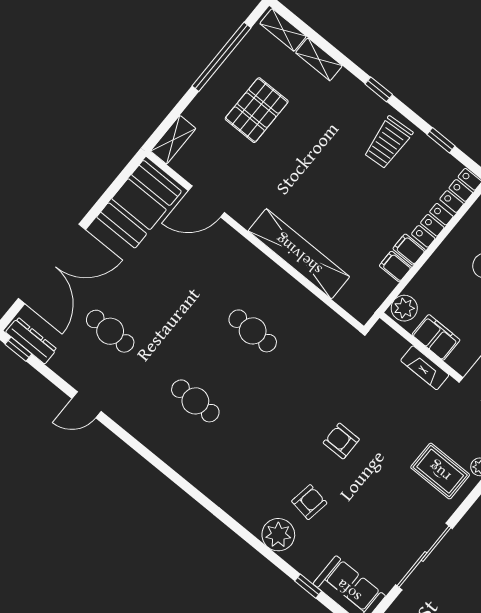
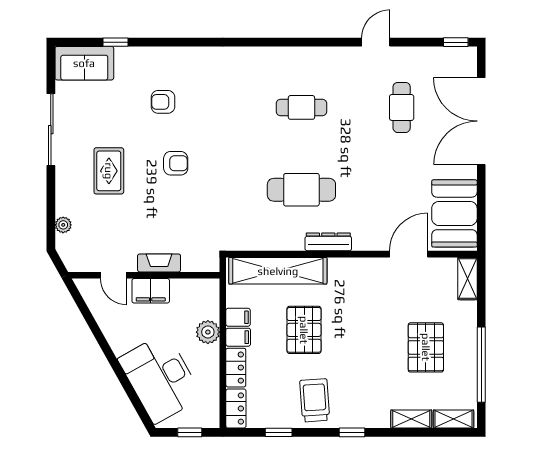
pallet: (348, 210) -> (304, 330), added
shelving: (299, 254) -> (278, 271), moved
plant: (404, 308) -> (208, 332), moved
cafe table: (110, 331) -> (402, 107), turned 90
cafe table: (253, 331) -> (301, 190), width x1.37, depth x1.35
filing cabinet: (436, 337) -> (151, 291), moved
dresser: (31, 341) -> (328, 242), moved, turned 180
rug: (440, 471) -> (109, 171), moved, turned 90
armchair: (309, 502) -> (163, 102), turned 81
plant: (278, 535) -> (166, 61), removed

